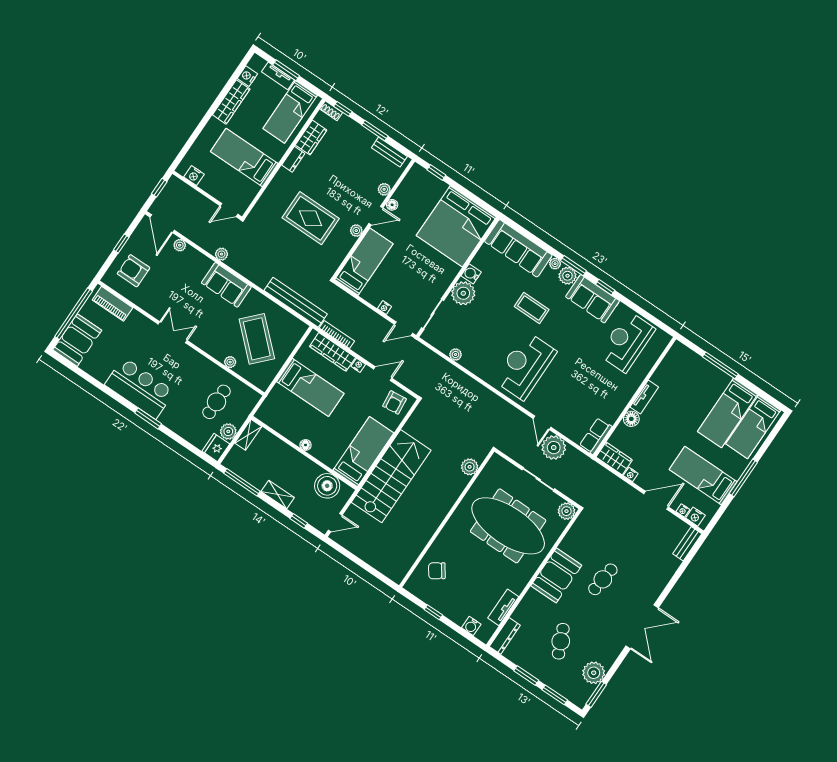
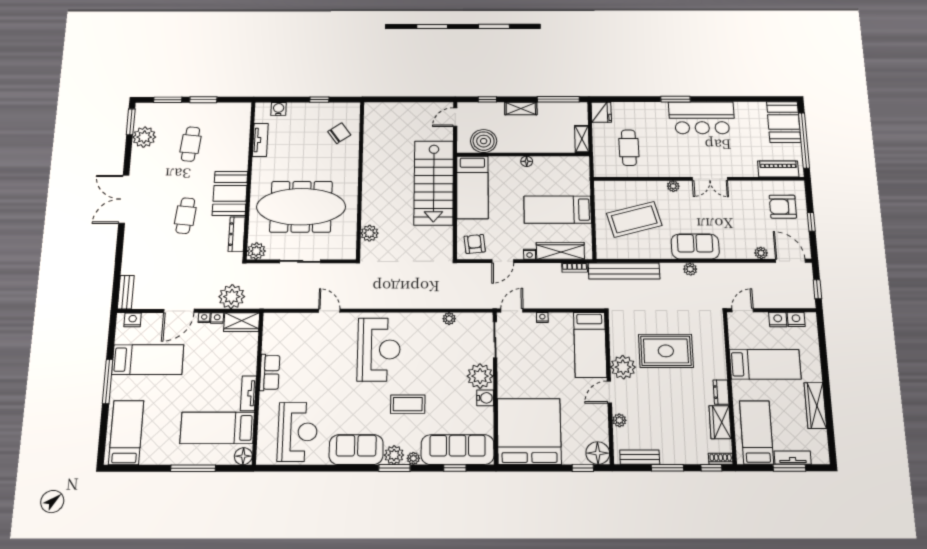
nightstand: (247, 76) -> (778, 319), moved, turned -90
floor lamp: (392, 205) -> (598, 453), moved, width x1.89, depth x1.89
plant: (356, 231) -> (623, 367), width x1.88, depth x1.88
plant: (222, 254) -> (690, 269), moved
armchair: (134, 271) -> (783, 207), turned 180
window: (605, 287) -> (455, 468), moved
bookcase: (337, 335) -> (575, 268), width x0.64
coffee table: (257, 339) -> (634, 219), turned -58
plant: (230, 362) -> (673, 186), moved
bed: (727, 413) -> (217, 428), moved, turned -90
floor lamp: (631, 419) -> (243, 456), moved
plant: (228, 431) -> (601, 131), removed
row of seats: (596, 436) -> (270, 372), moved
plant: (554, 448) -> (232, 297), moved
nightstand: (683, 510) -> (204, 318), moved
dresser: (505, 636) -> (237, 234), moved
cafe table: (561, 641) -> (191, 144), turned 30

